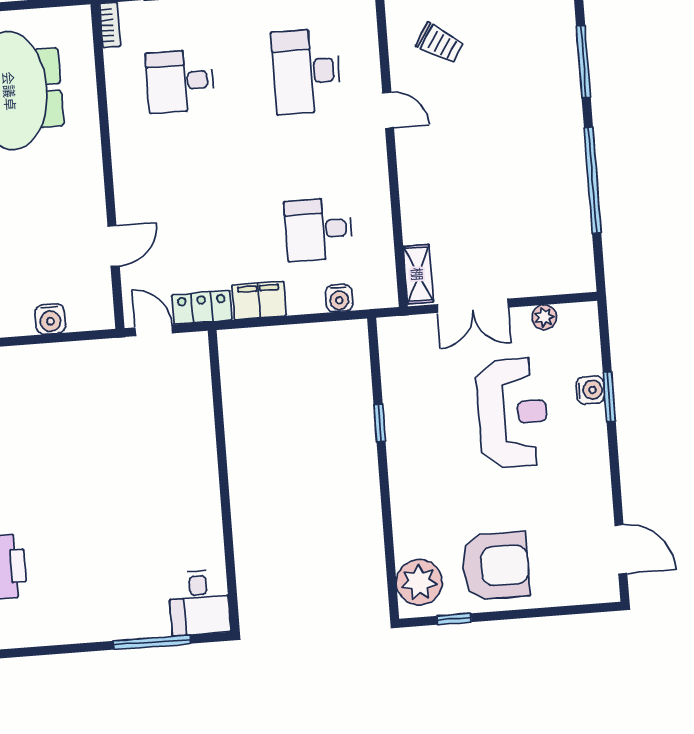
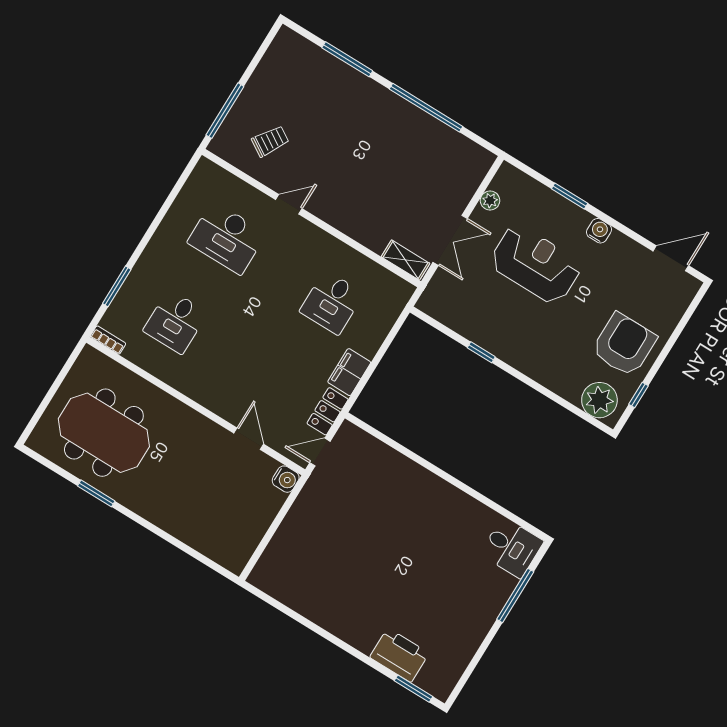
water cooler: (339, 298) -> (384, 321), removed
water cooler: (50, 319) -> (286, 479), moved
water cooler: (590, 390) -> (599, 231), moved

